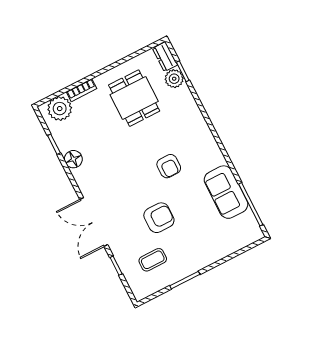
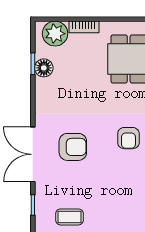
floor lamp: (73, 159) -> (44, 68), moved
armchair: (159, 218) -> (73, 147), moved

